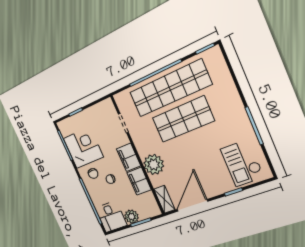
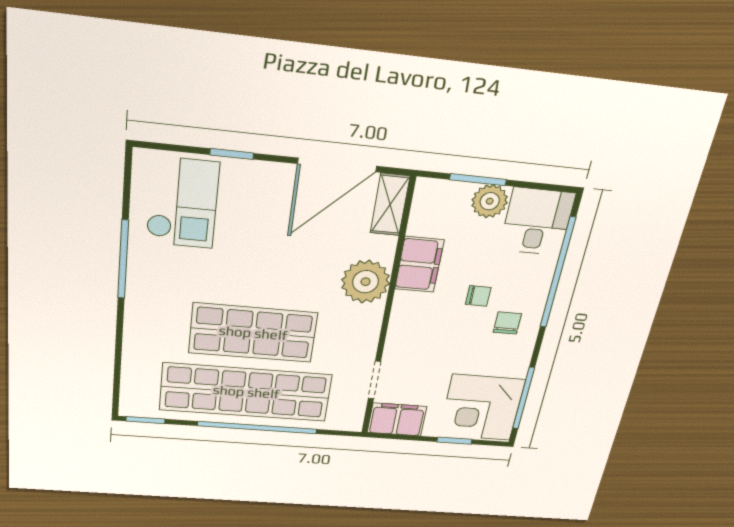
corner desk: (83, 148) -> (482, 408), moved
filing cabinet: (129, 157) -> (397, 419), moved, turned -90

